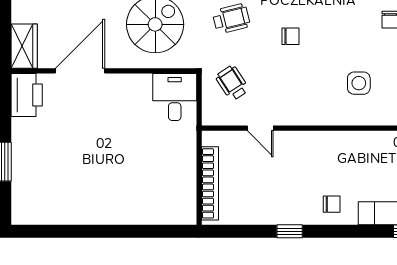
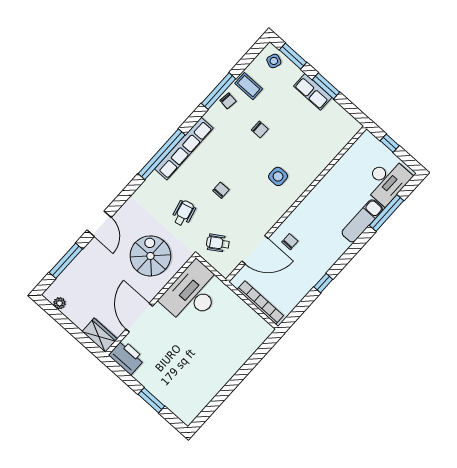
desk: (175, 97) -> (193, 293), width x1.87, depth x1.30
door: (260, 128) -> (255, 250), width x1.88
chair: (332, 204) -> (290, 242), moved

